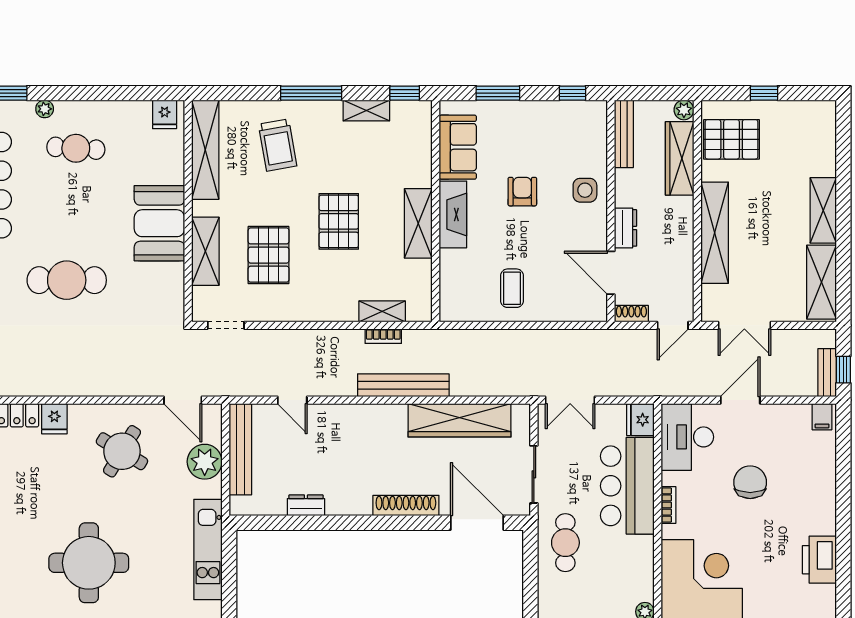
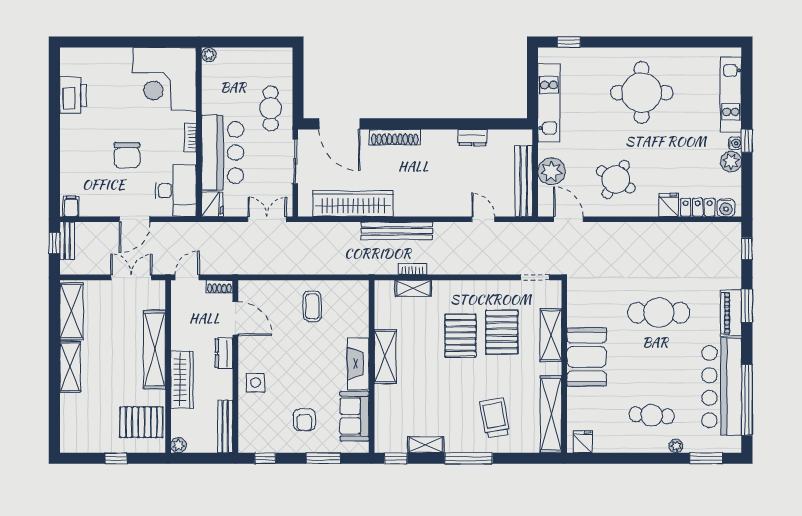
wardrobe: (680, 158) -> (182, 380), moved
armchair: (522, 192) -> (304, 420), moved
pallet: (339, 221) -> (460, 335), moved

